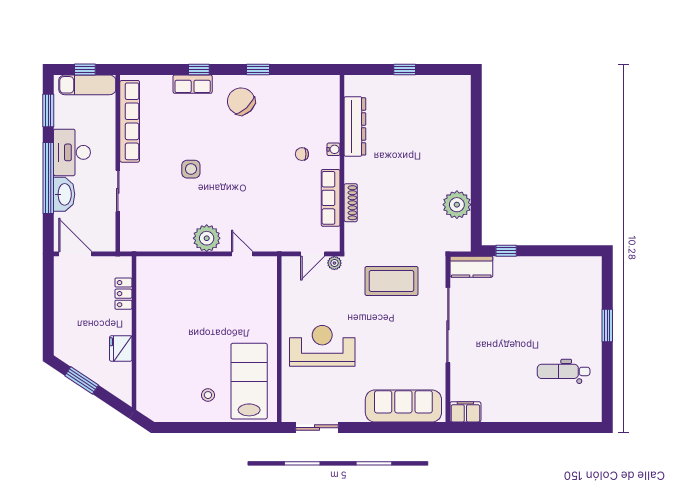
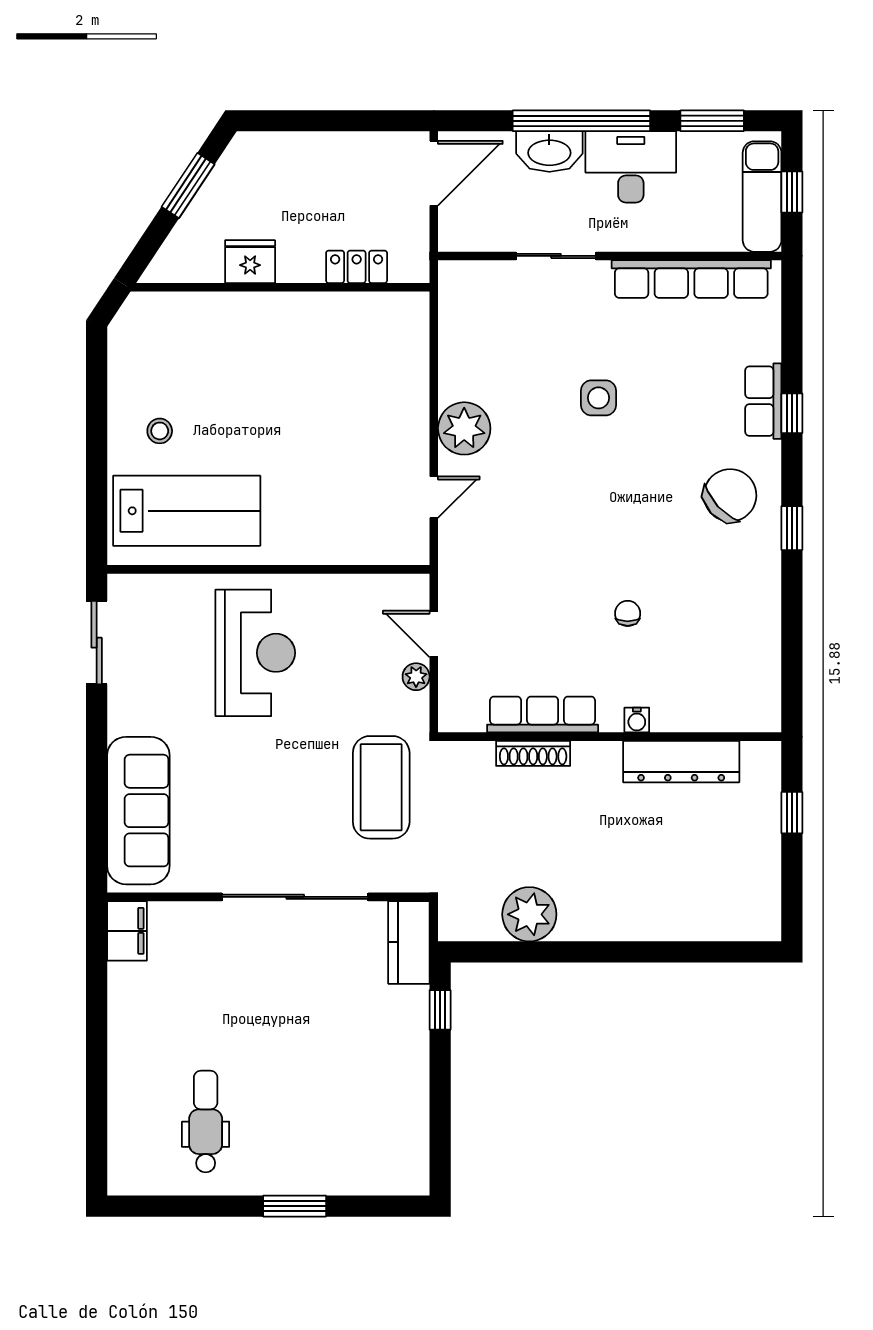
dresser: (355, 126) -> (681, 762), moved
water cooler: (334, 149) -> (637, 720), moved
wall: (342, 163) -> (610, 737), moved
row of seats: (331, 198) -> (543, 714), moved
shoe rack: (351, 203) -> (533, 753), moved

